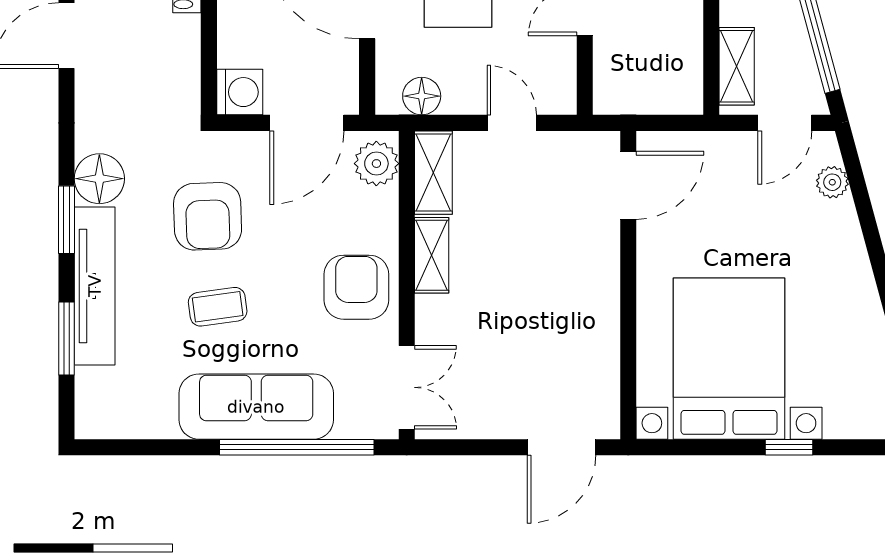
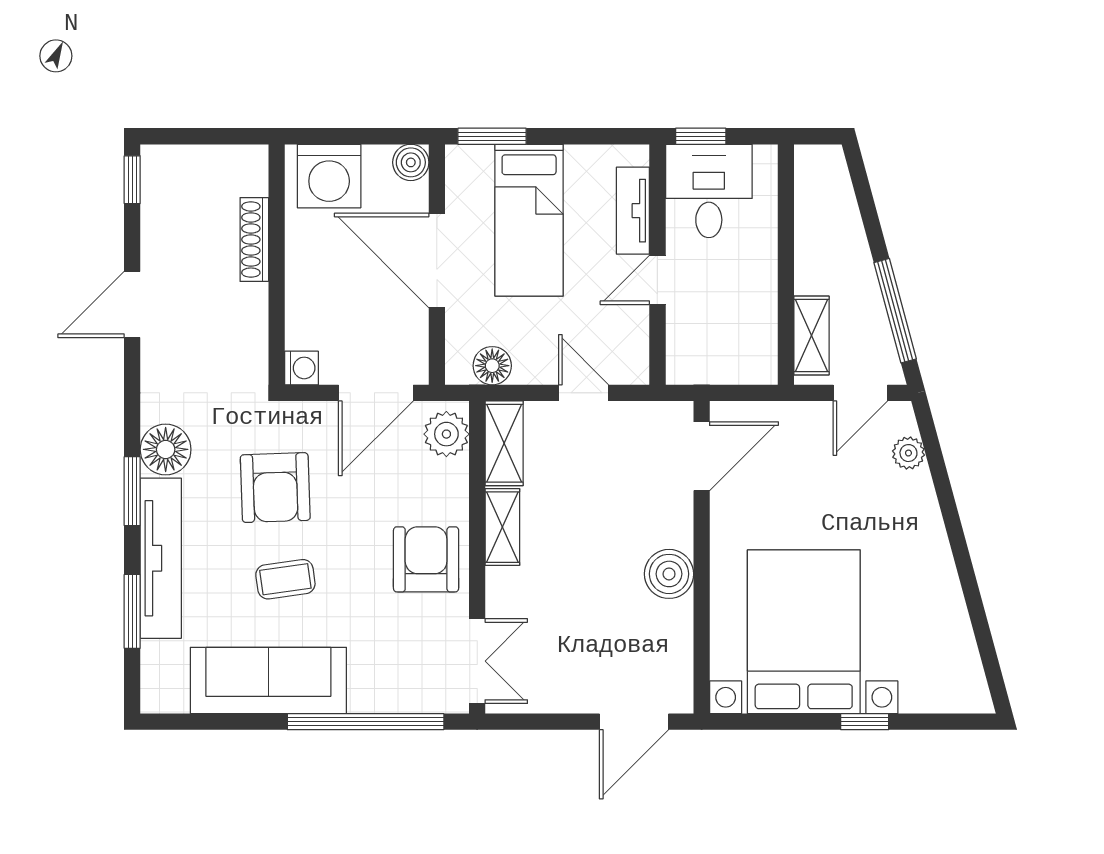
washing machine: (240, 92) -> (301, 368), width x0.73, depth x0.73
boiler: (596, 301) -> (669, 574), added
sofa: (256, 407) -> (268, 680), moved

